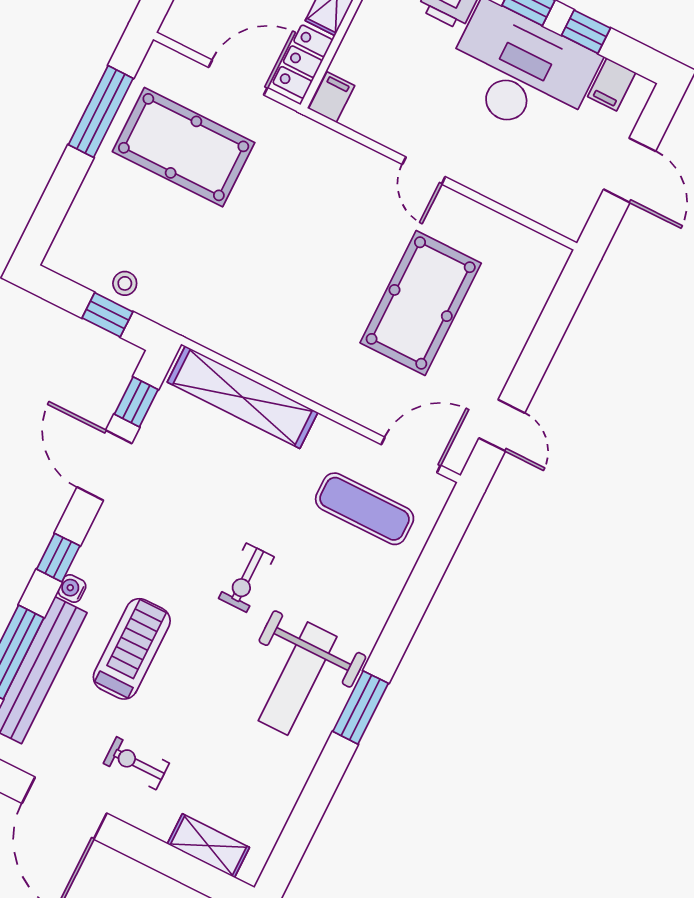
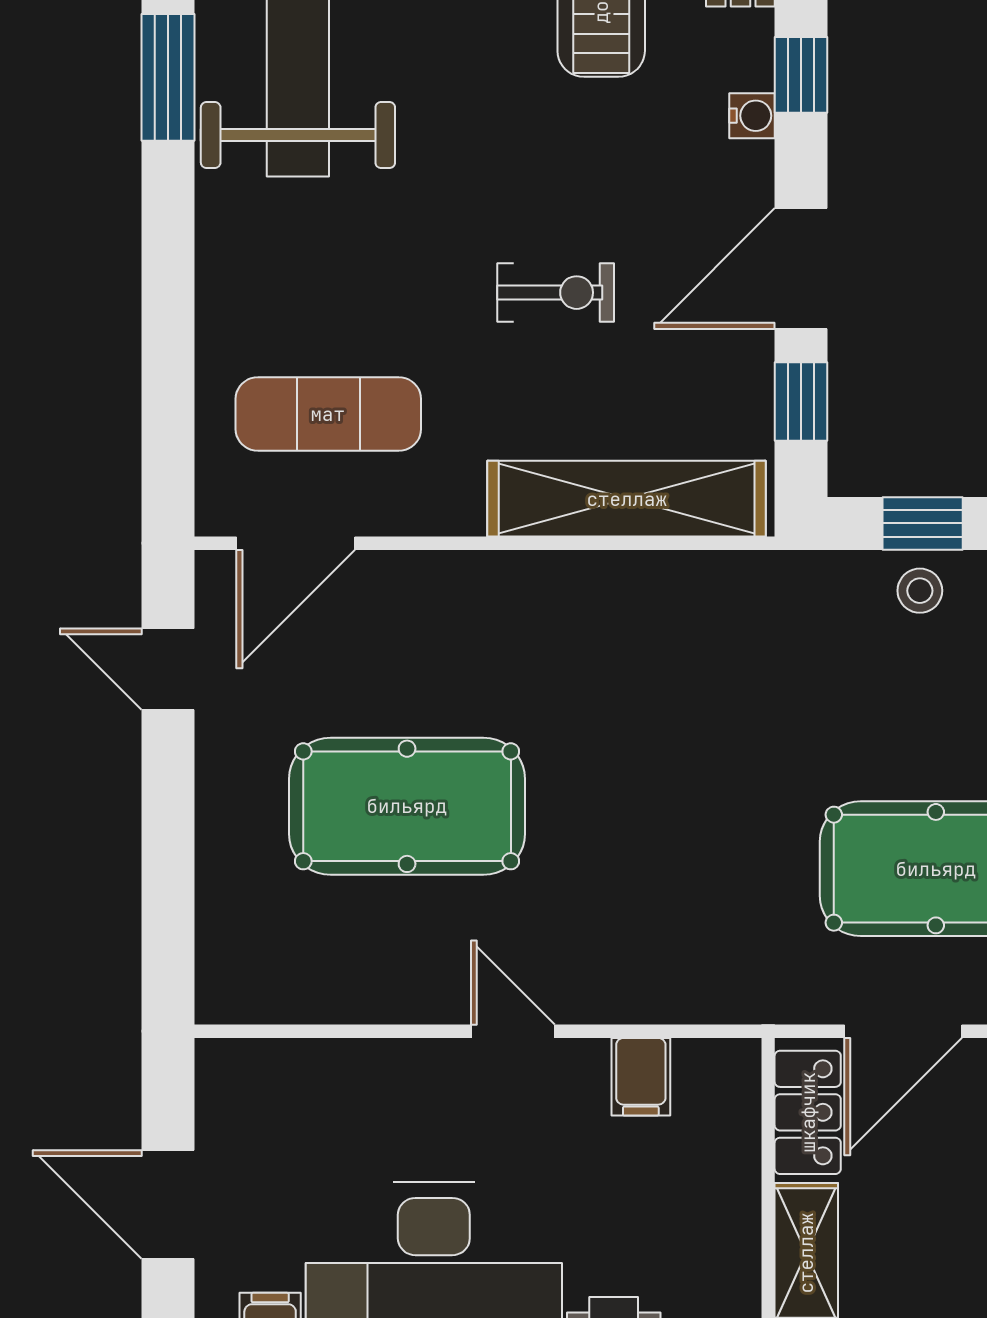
filing cabinet: (332, 97) -> (641, 1077), moved
pool table: (421, 303) -> (407, 806), turned 90
door: (104, 465) -> (801, 268), swing flipped
exercise bike: (246, 578) -> (556, 293), moved, turned 90
water cooler: (72, 589) -> (752, 116), moved

